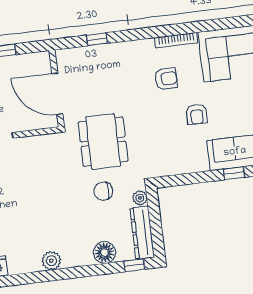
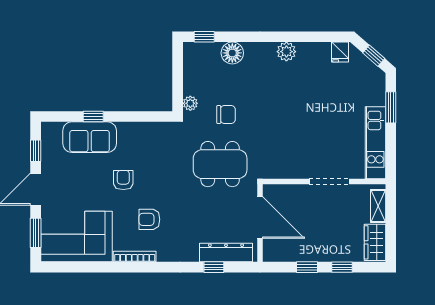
dining table: (103, 142) -> (220, 164), turned 90
dresser: (142, 233) -> (226, 253), moved, turned -90

